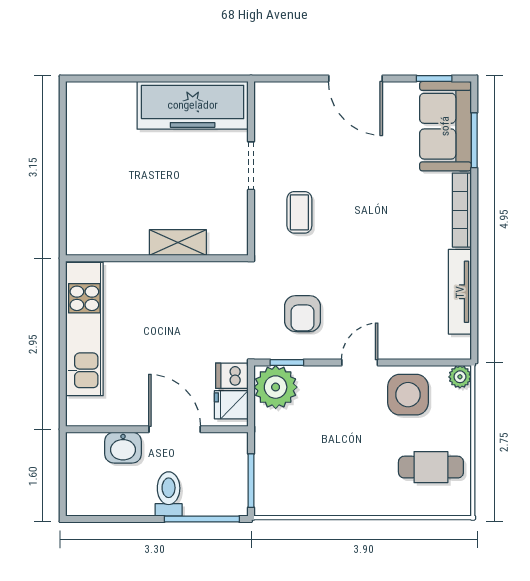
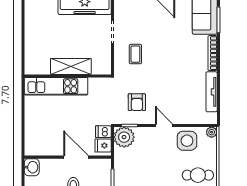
shelving: (178, 243) -> (71, 66), width x1.50, depth x1.33
kitchen unit: (84, 329) -> (56, 86), moved, turned 90
door: (360, 363) -> (164, 125), hinge flipped
washbasin: (123, 448) -> (32, 167), moved, turned -90

